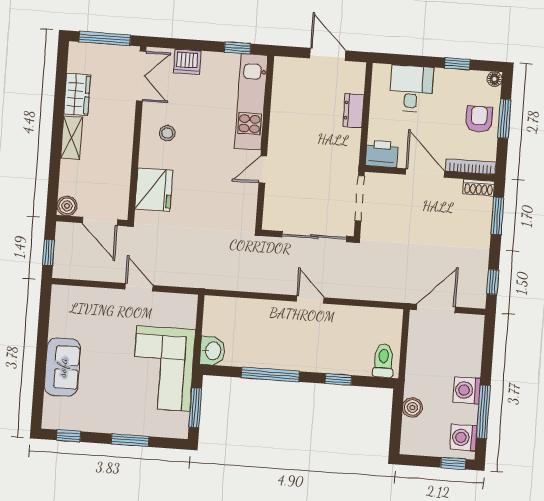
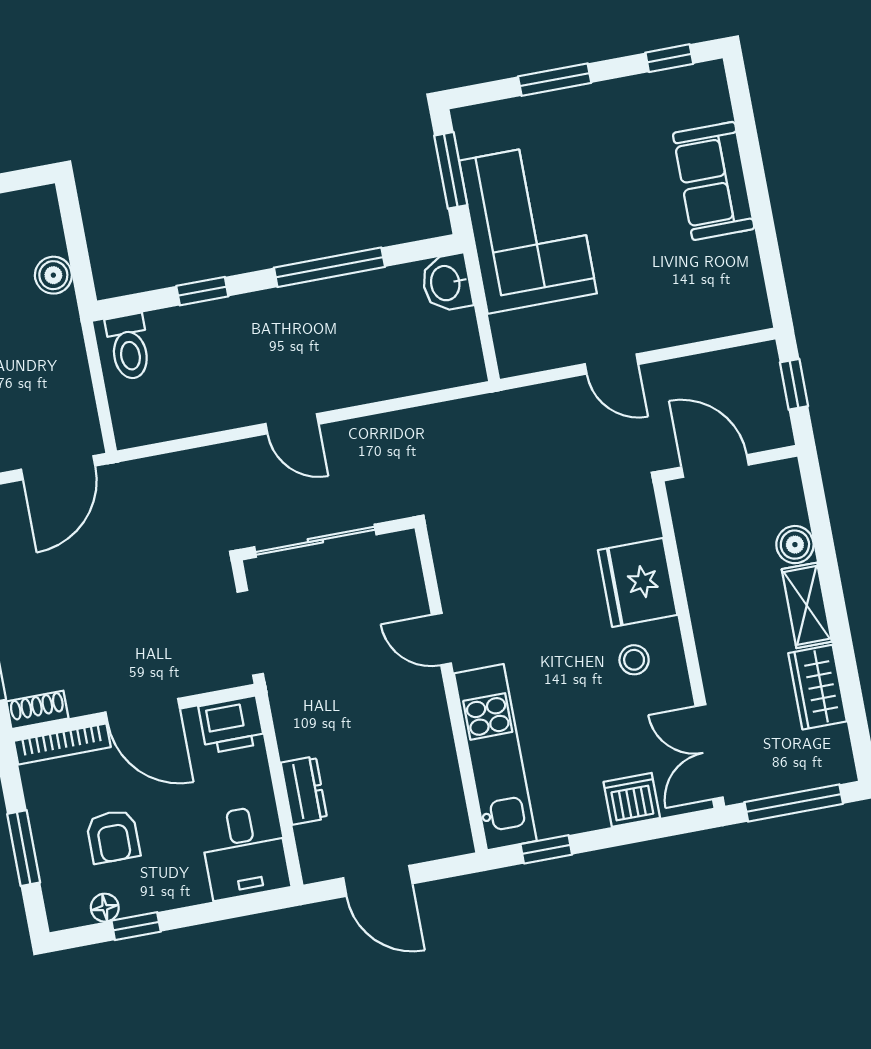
floor lamp: (495, 79) -> (105, 908), moved
desk: (411, 88) -> (245, 852), moved
armchair: (479, 119) -> (113, 836), moved
door: (263, 169) -> (441, 639), swing flipped
fridge: (154, 190) -> (638, 583), moved
boiler: (67, 206) -> (795, 545), moved

